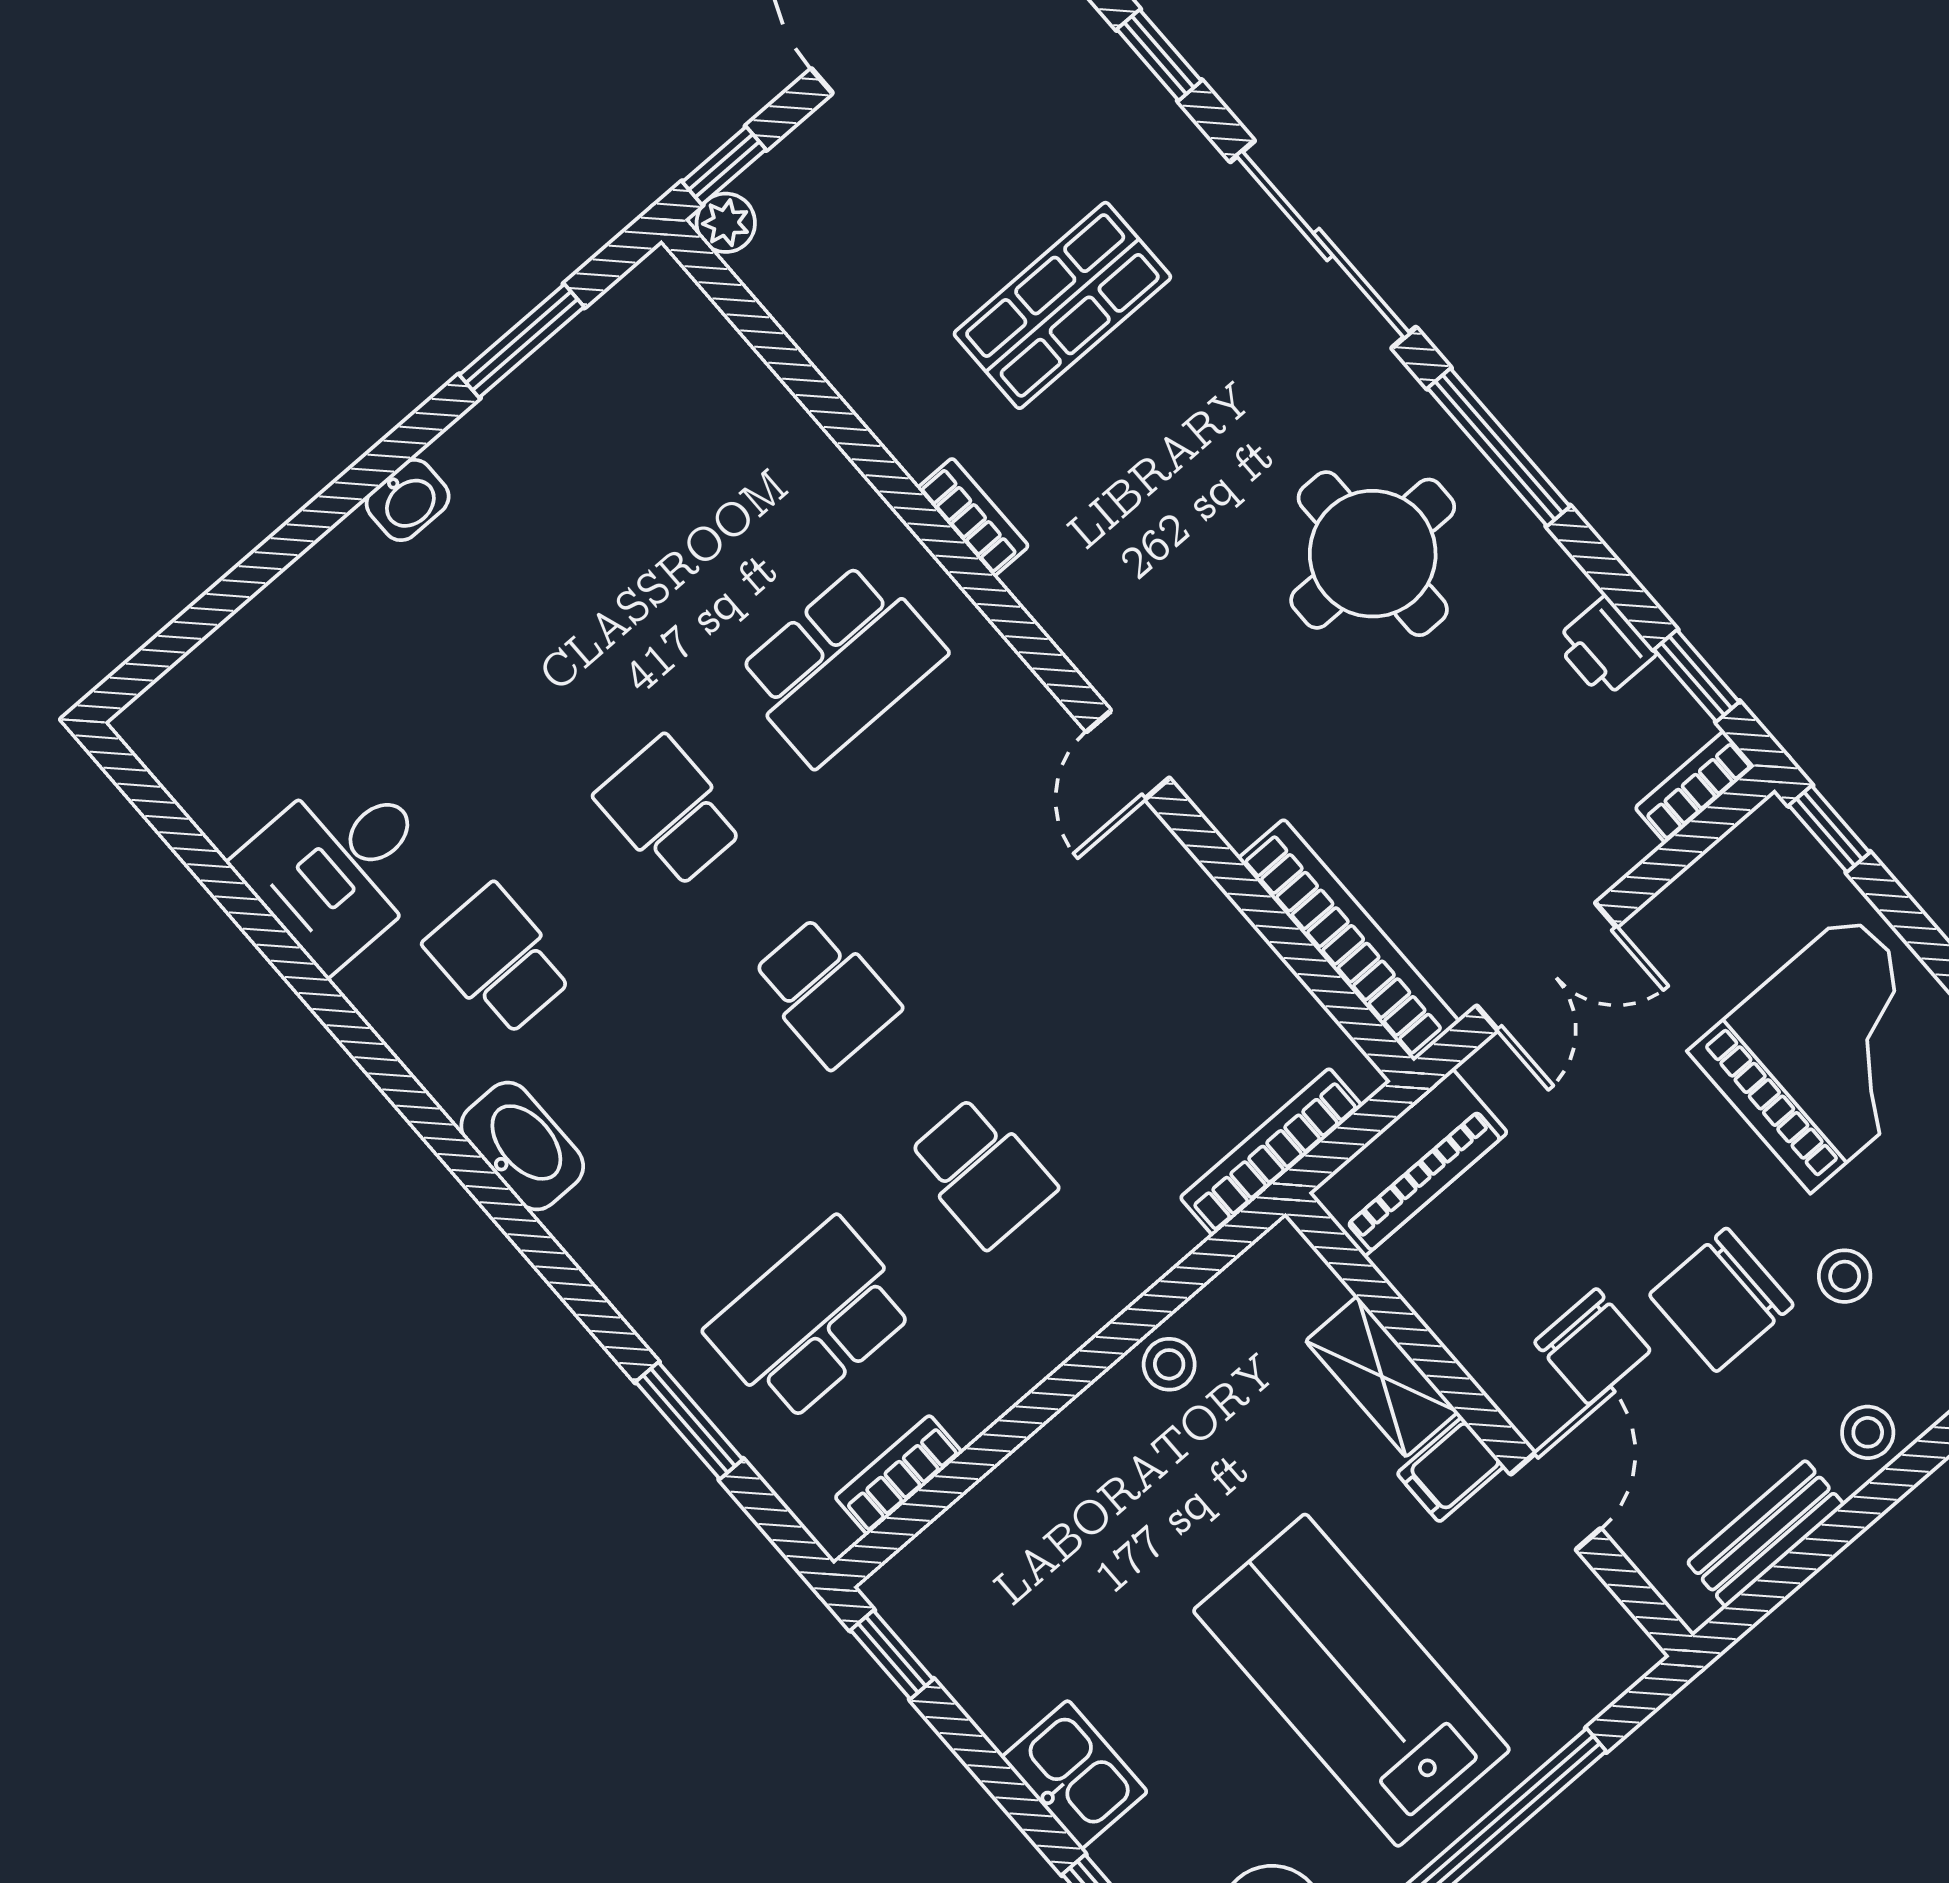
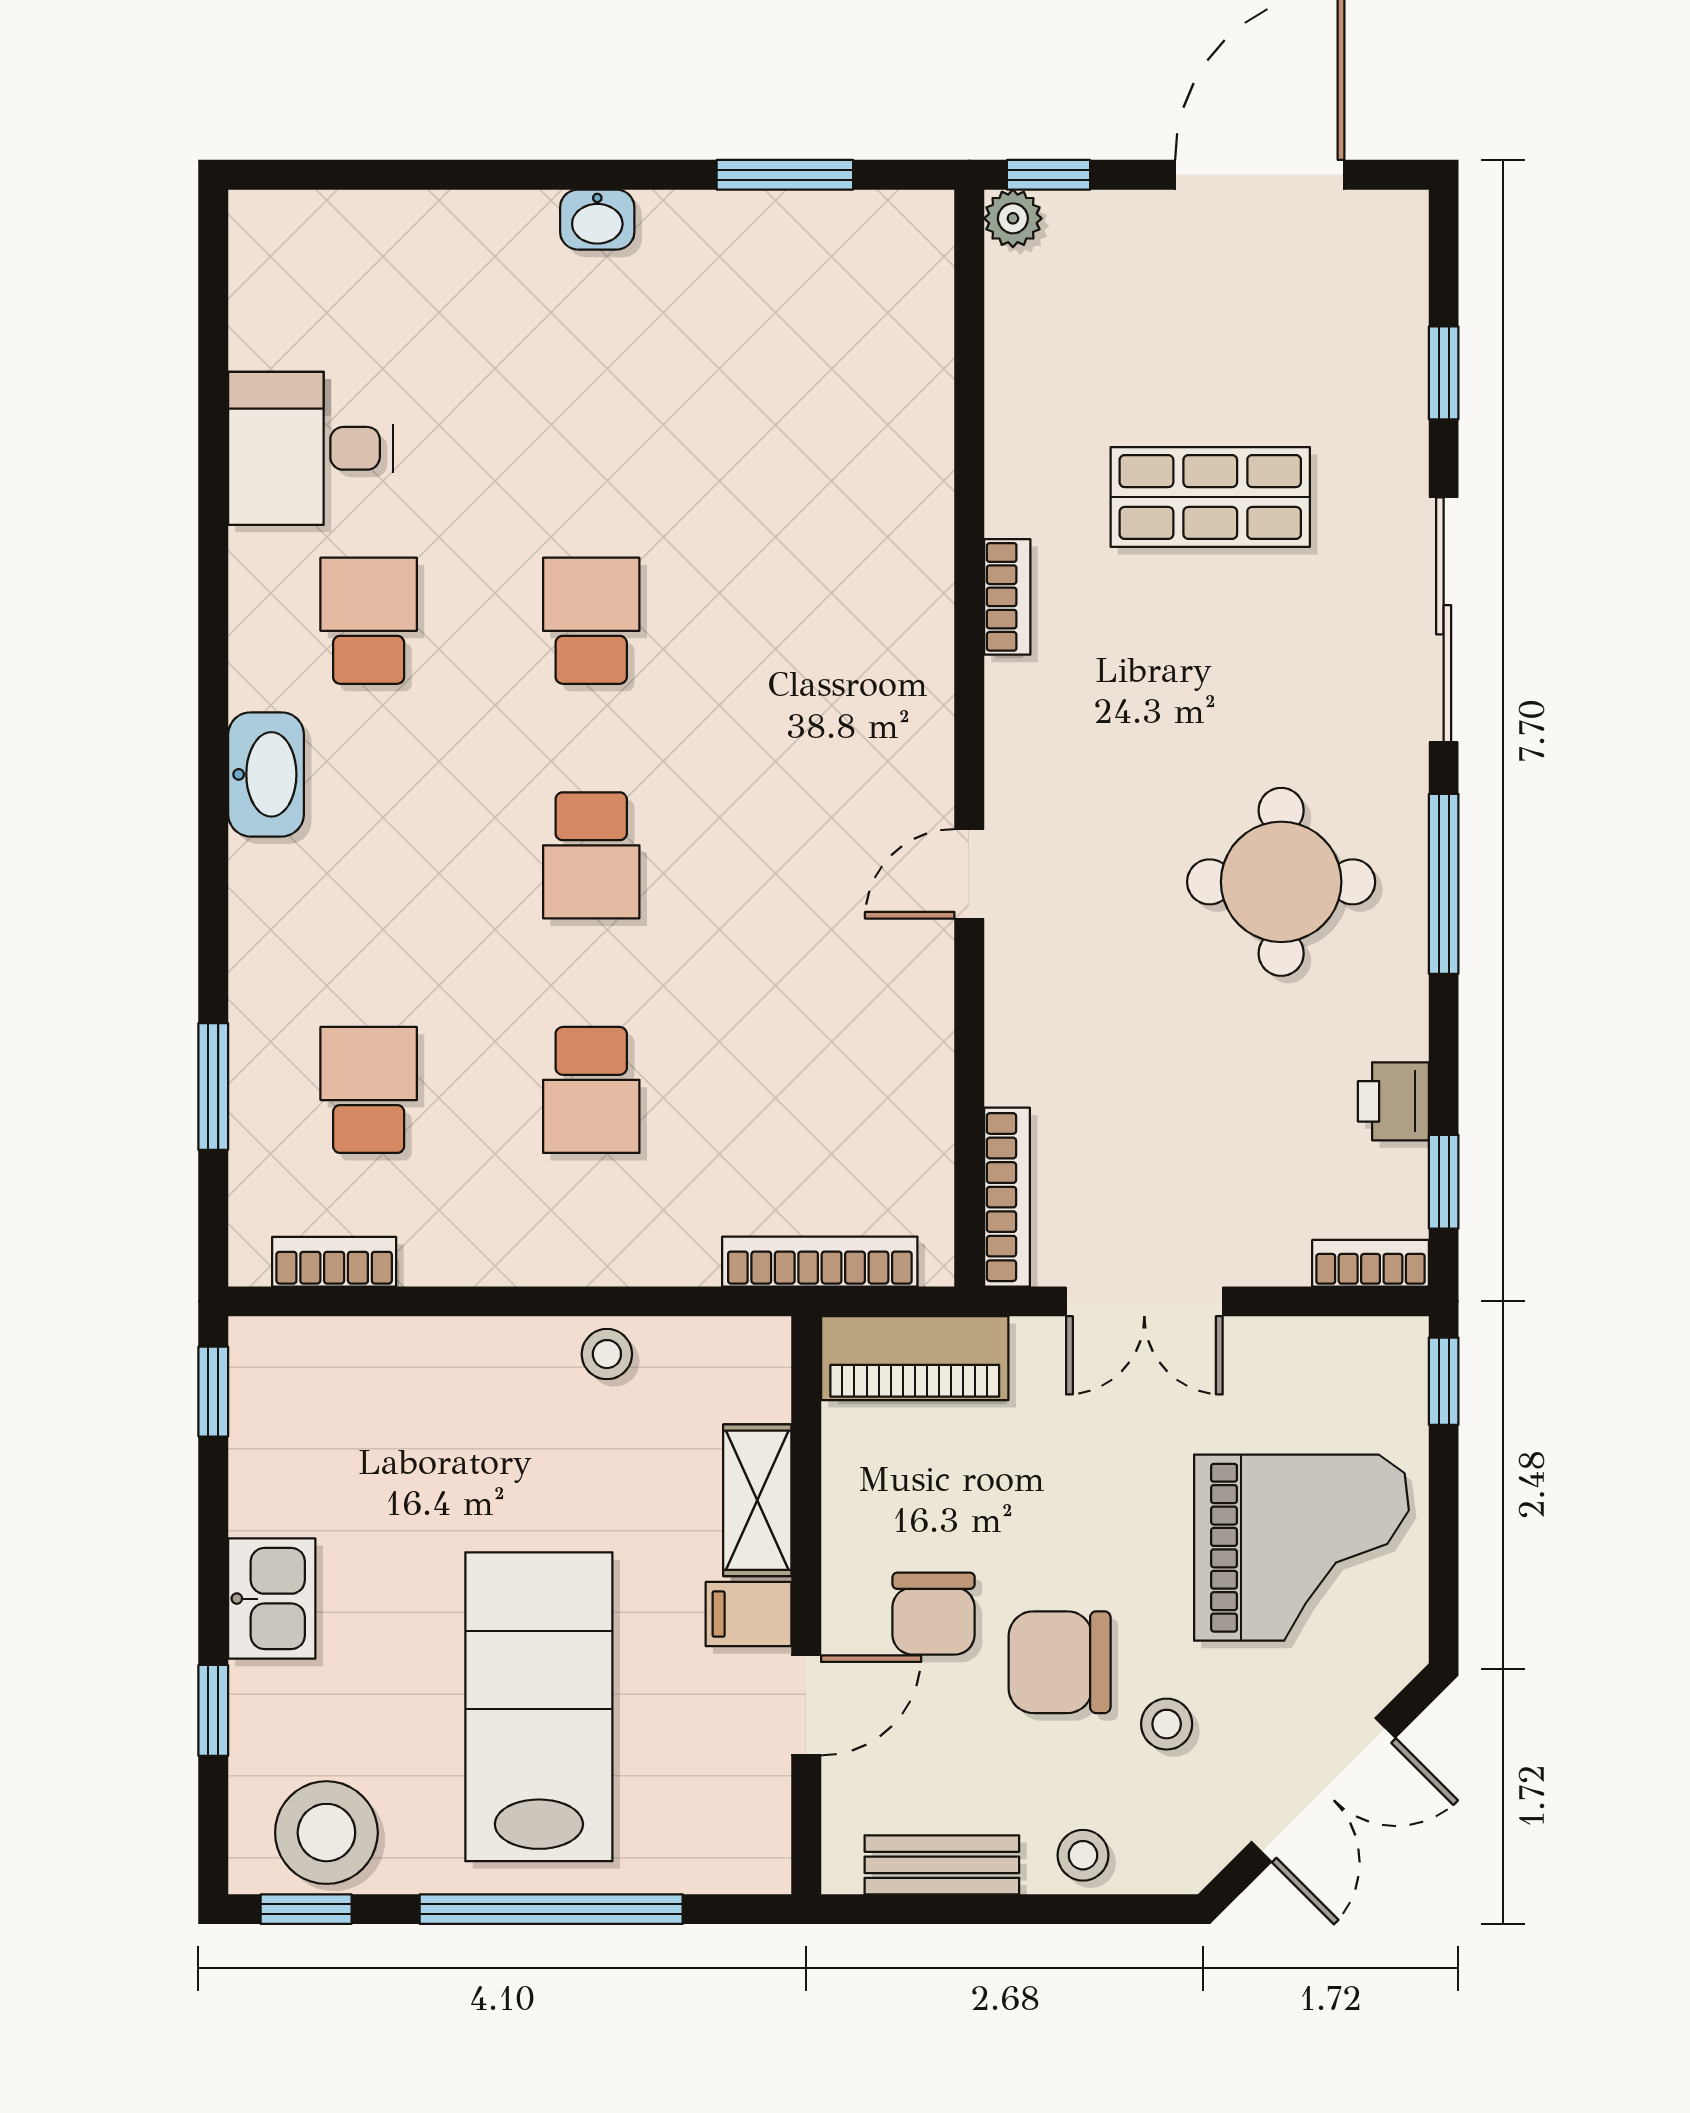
school desk: (841, 664) -> (814, 621), removed
bookcase: (1349, 940) -> (1007, 1197), width x0.68, depth x0.76
school desk: (811, 1320) -> (369, 1090), width x0.54

